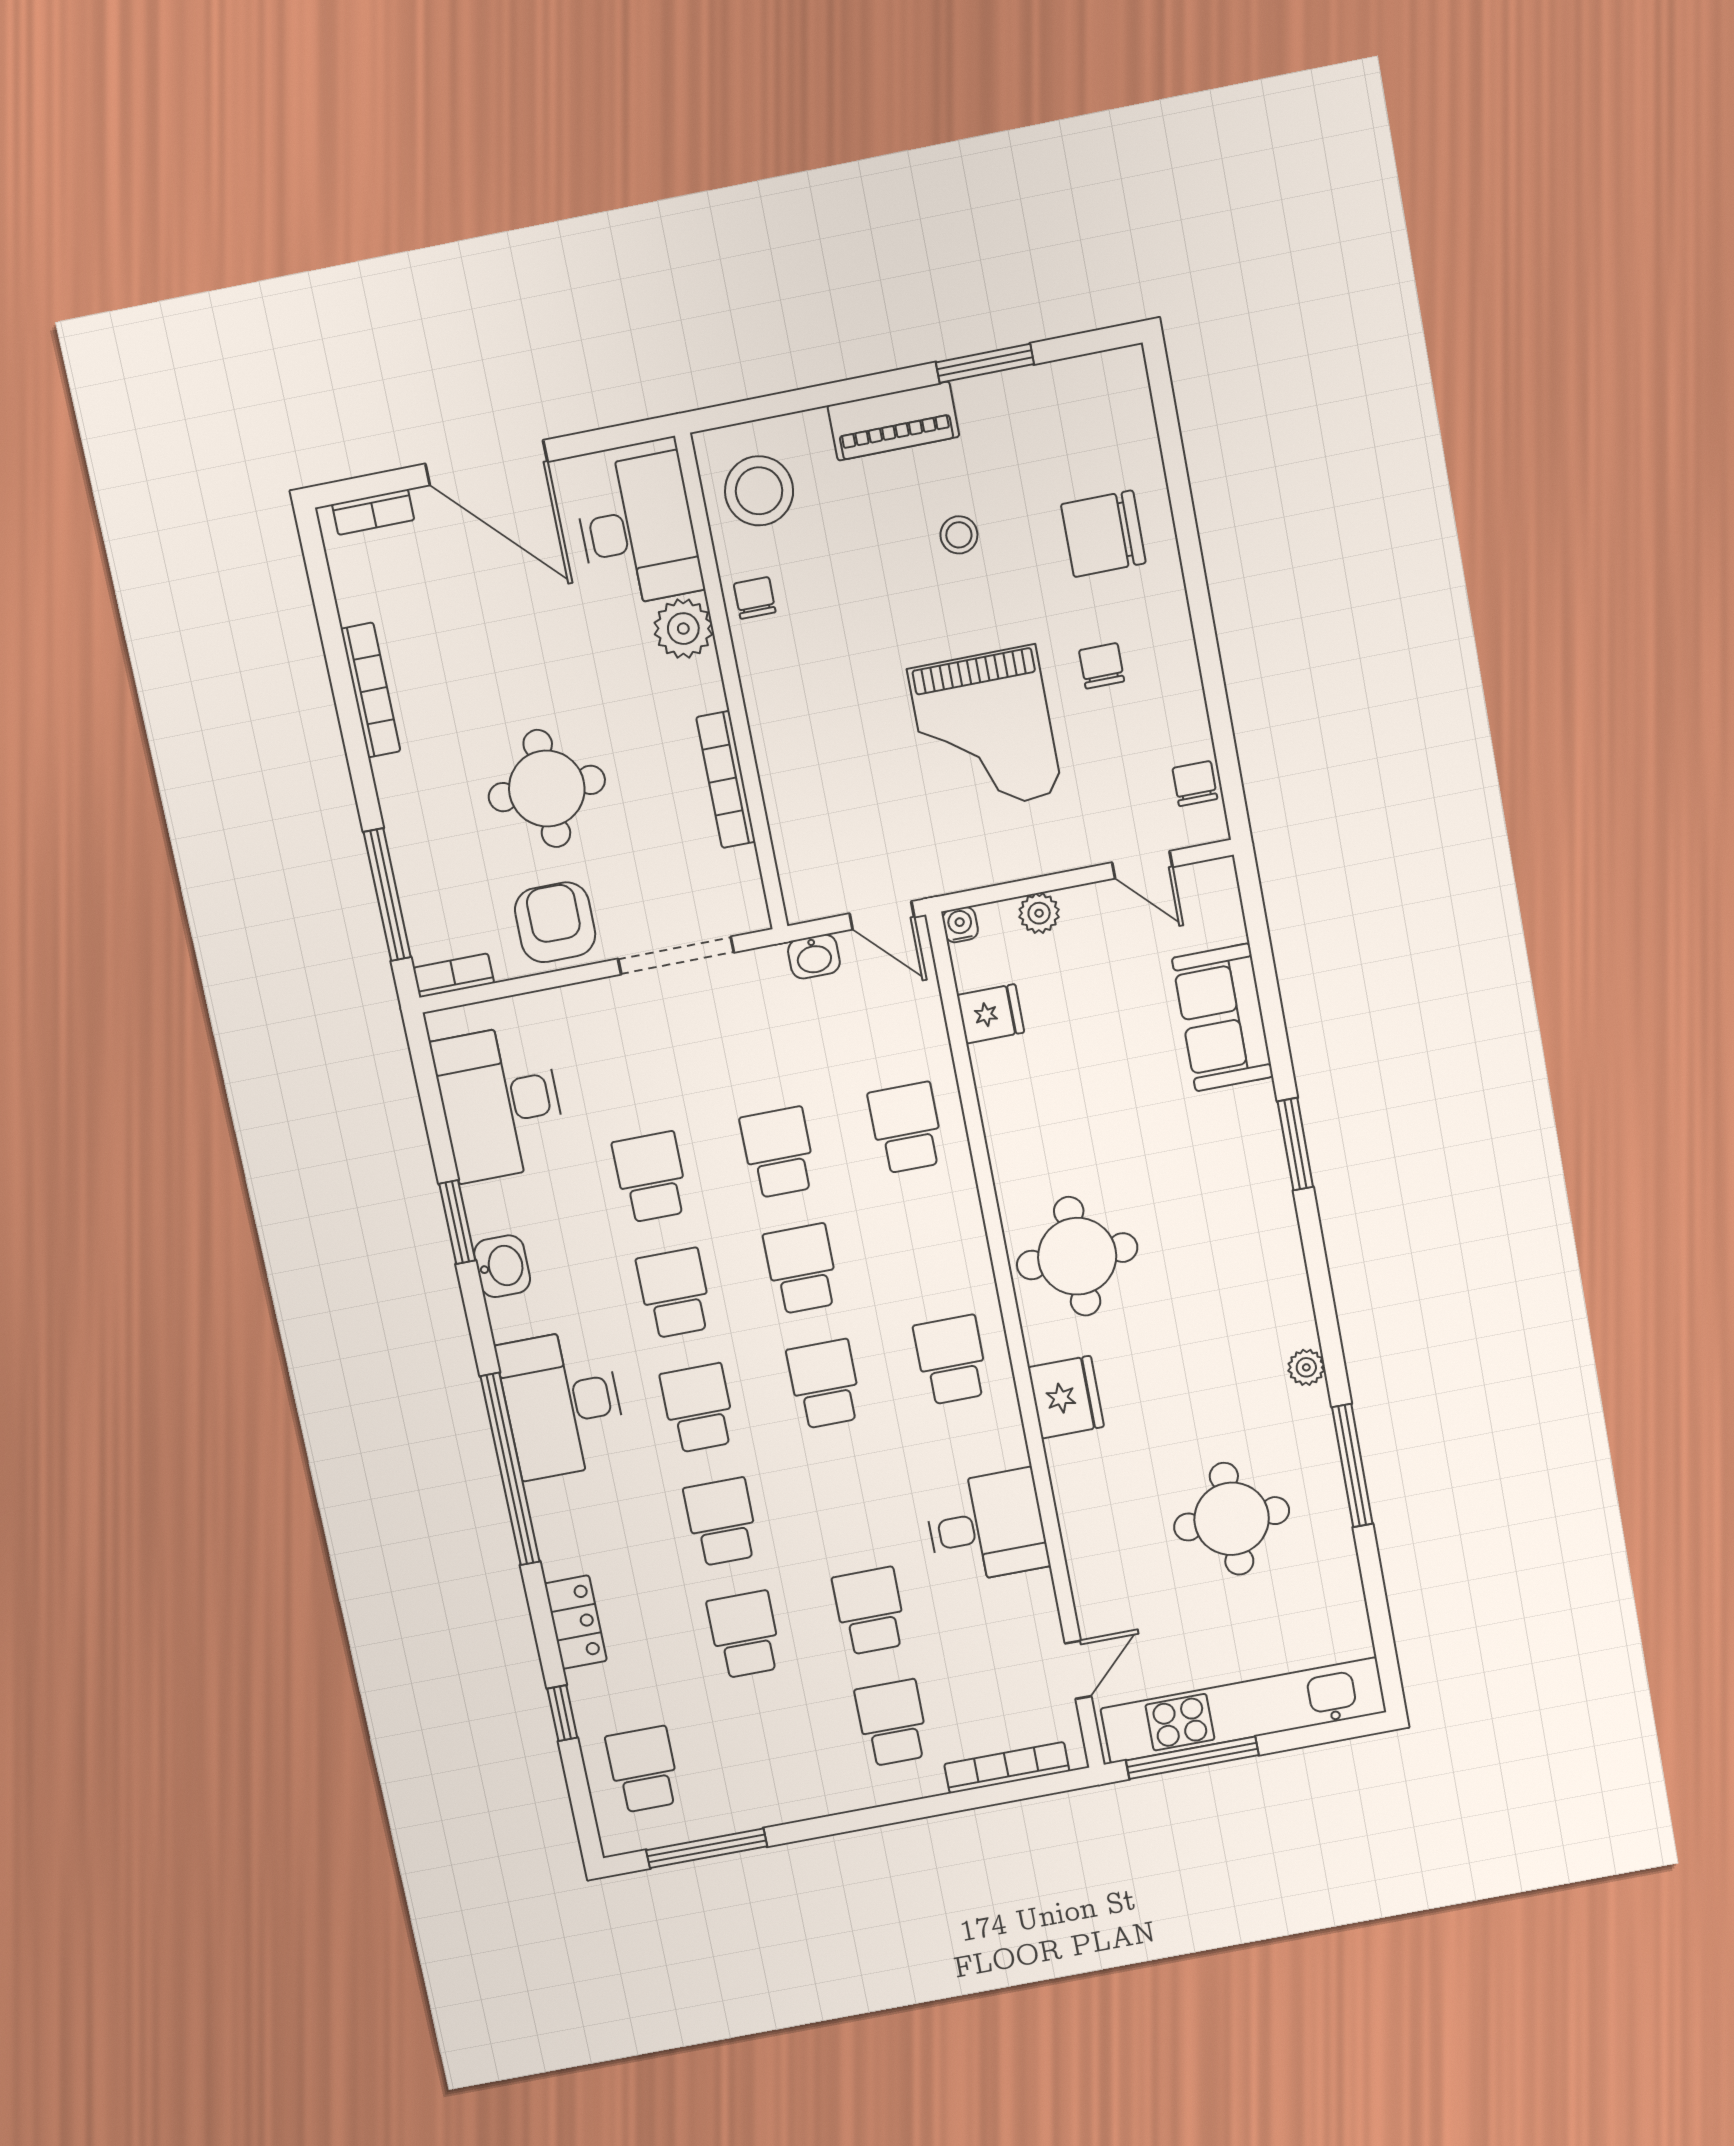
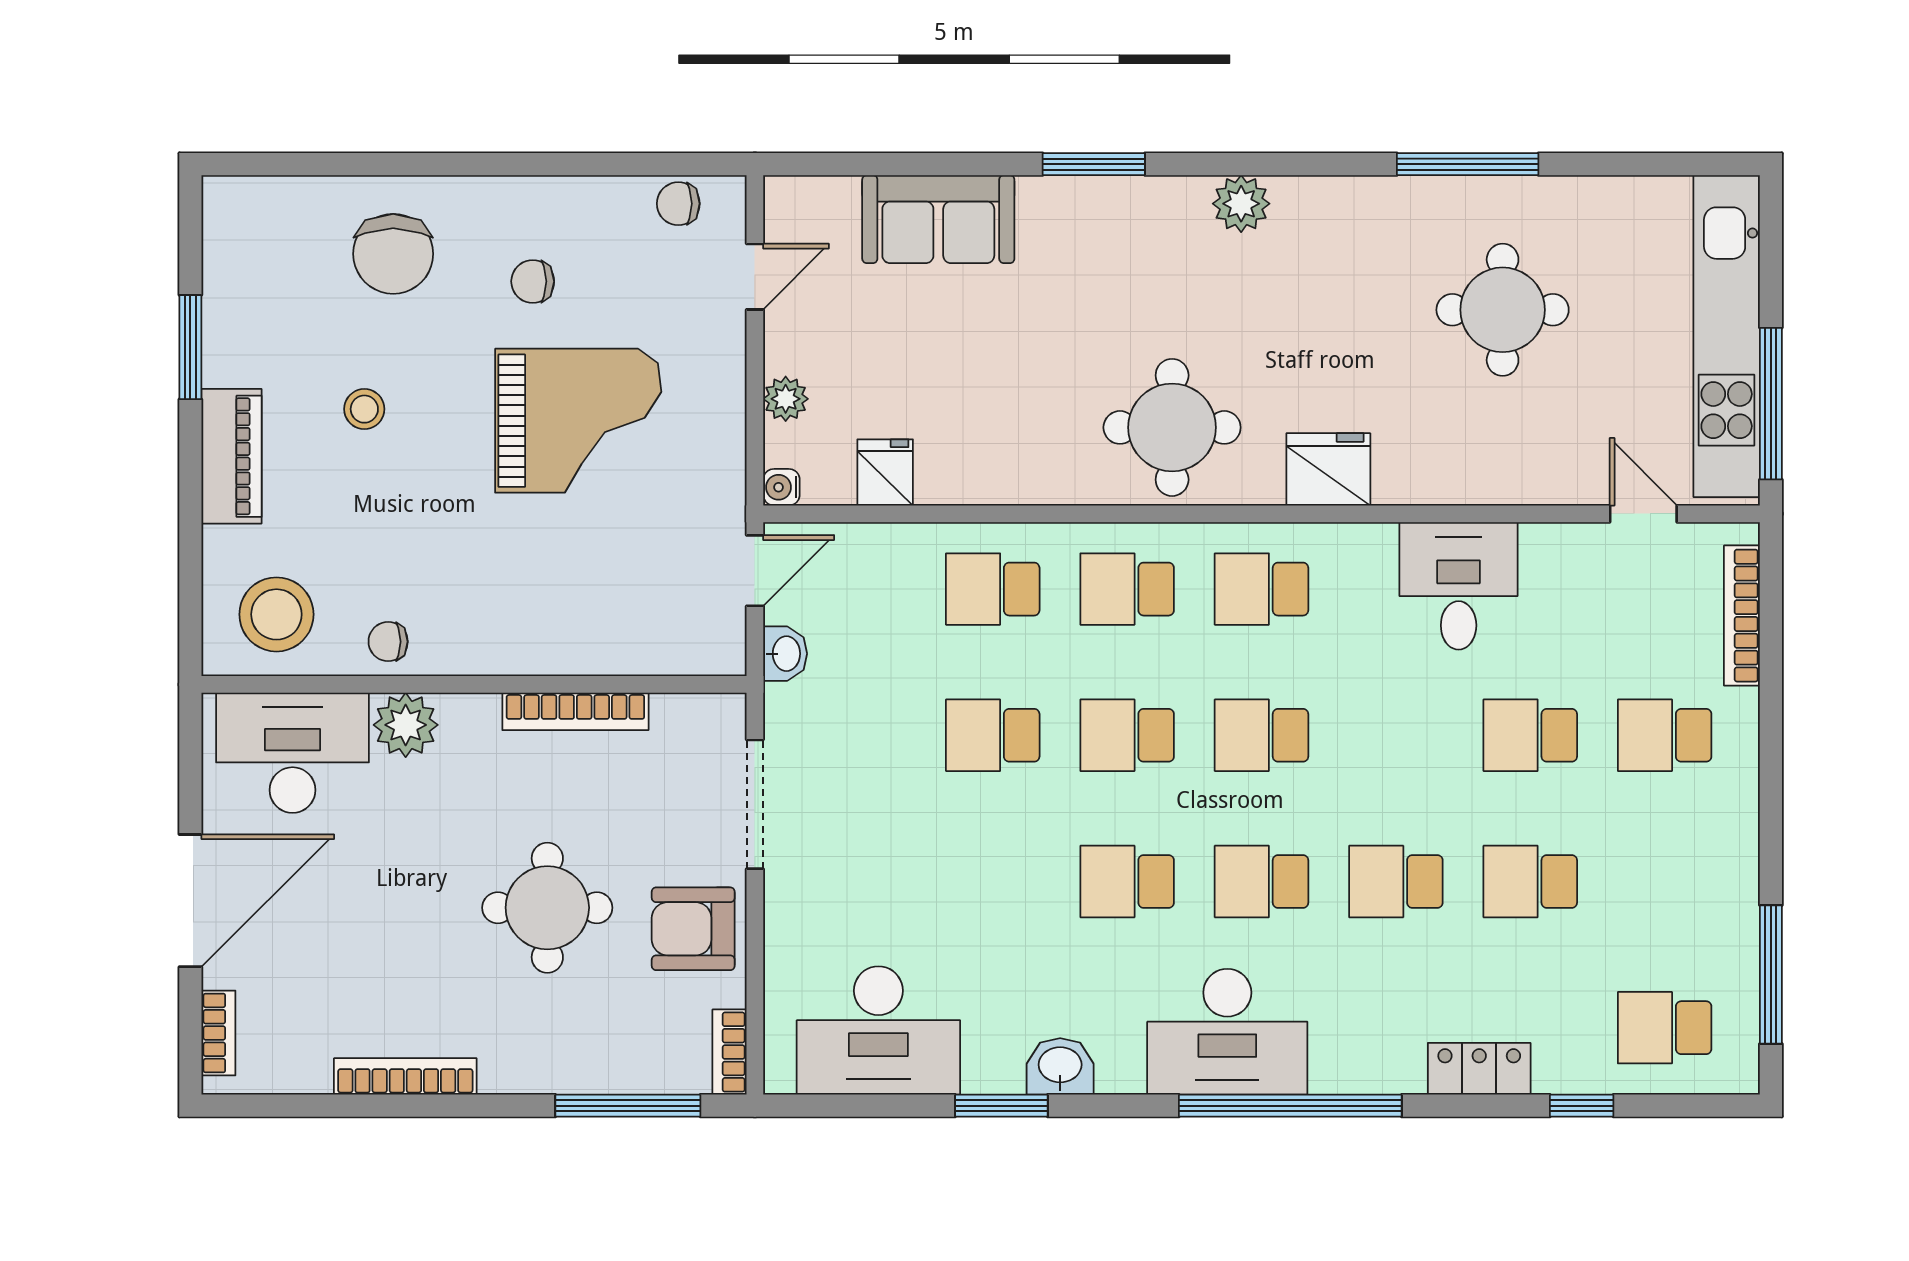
school desk: (651, 1177) -> (1127, 589), moved
plant: (1306, 1367) -> (1241, 204), moved, width x1.38, depth x1.38

